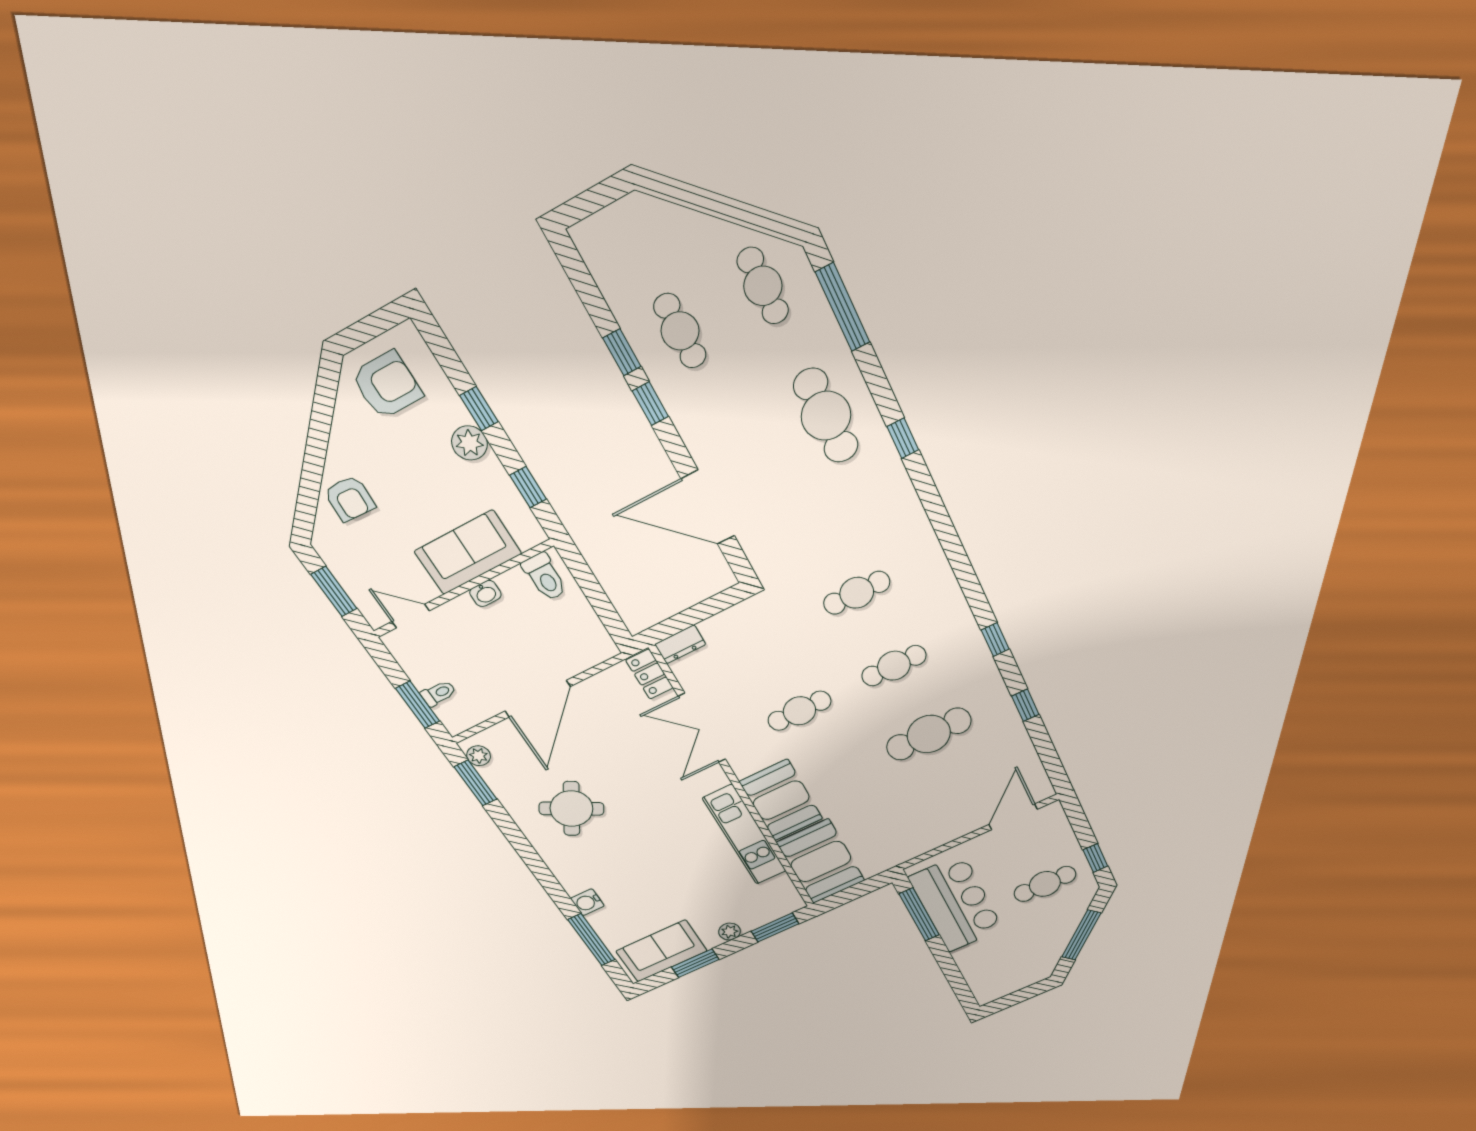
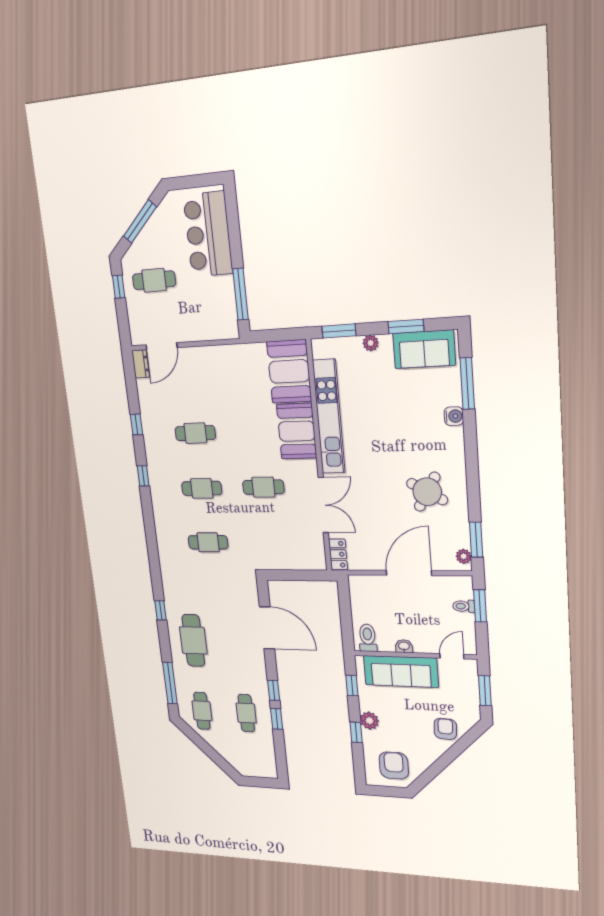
armchair: (387, 385) -> (394, 765), turned 90
sofa: (468, 553) -> (401, 671), width x1.36
door: (411, 616) -> (452, 656), swing flipped
dresser: (680, 644) -> (141, 364), moved, turned 90
cafe table: (929, 734) -> (195, 433), width x0.73, depth x0.74
kitchen unit: (745, 835) -> (329, 417), width x1.36
bar counter: (956, 903) -> (208, 234), moved

